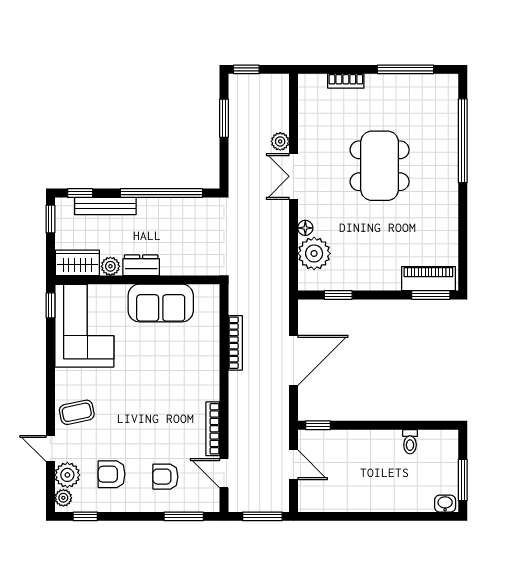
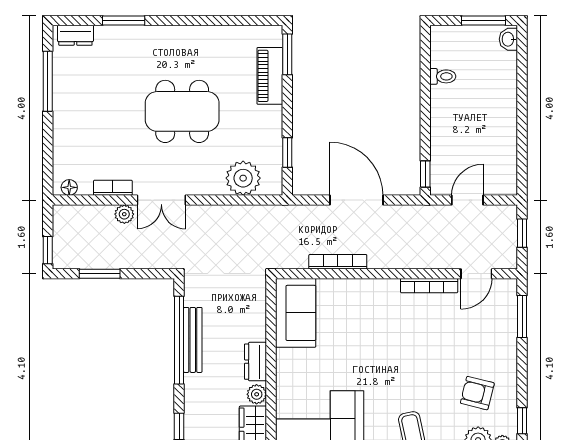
bookcase: (346, 81) -> (113, 188), moved, turned -90
dresser: (449, 95) -> (75, 35), added
window: (463, 141) -> (124, 21), width x0.47
dining table: (380, 166) -> (182, 111), moved
bench: (105, 206) -> (193, 340), moved
floor lamp: (305, 228) -> (69, 187), moved
piano: (428, 279) -> (270, 76), moved
sofa: (161, 303) -> (296, 313), moved
armchair: (112, 474) -> (477, 393), turned 104
armchair: (165, 477) -> (480, 336), removed
window: (262, 516) -> (522, 233), width x0.67

